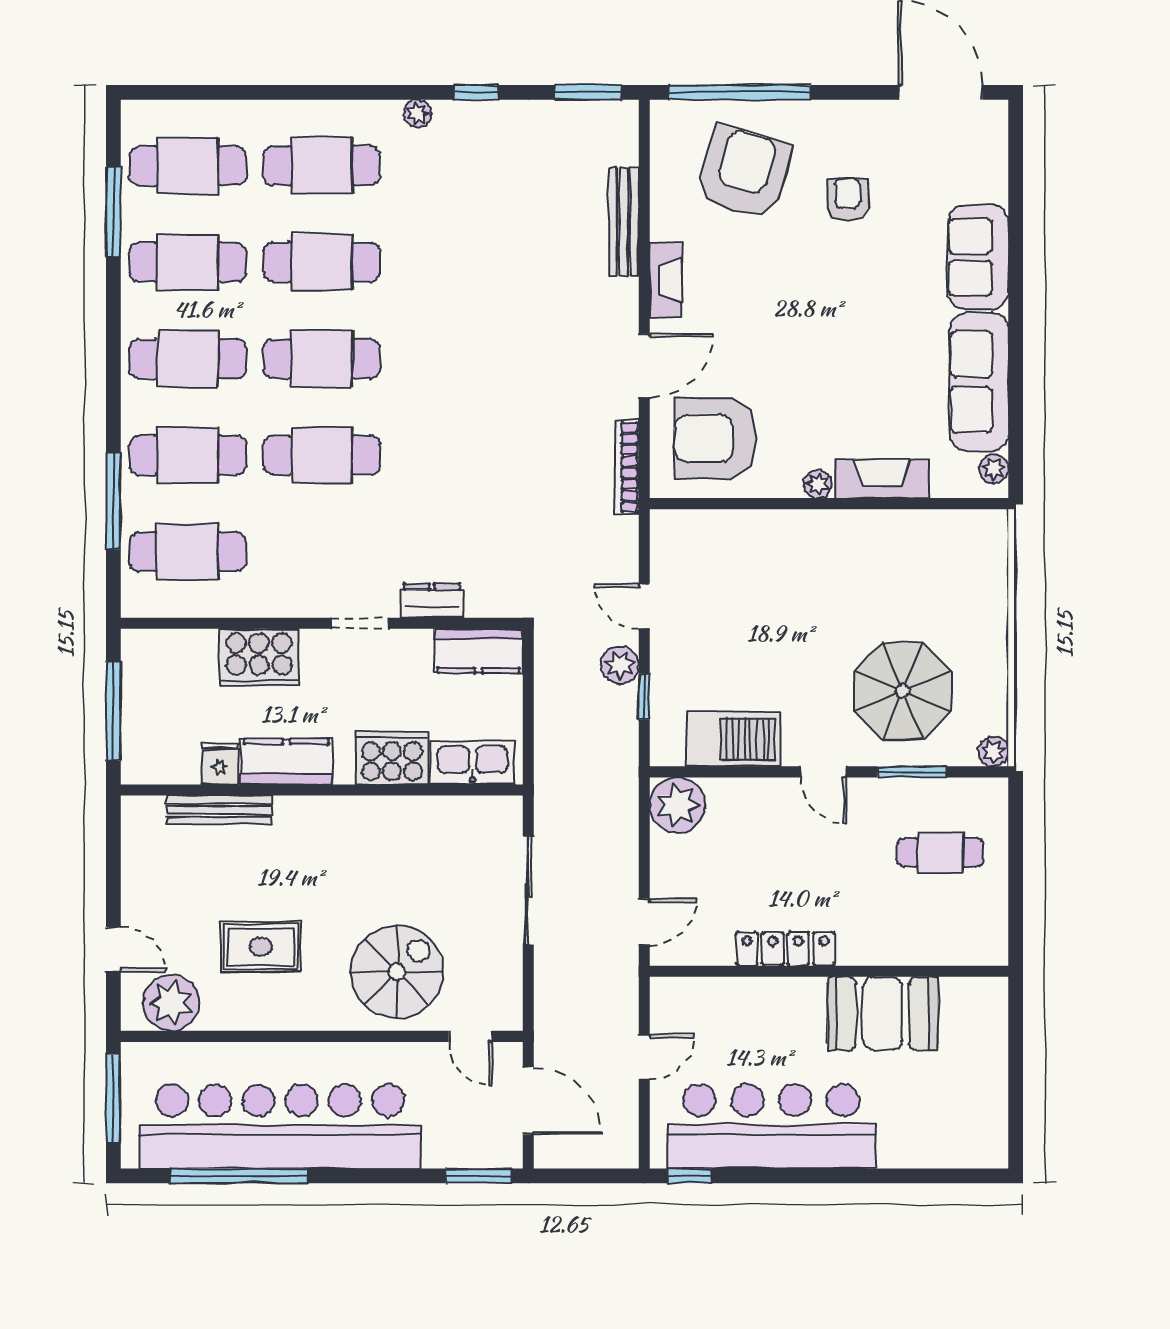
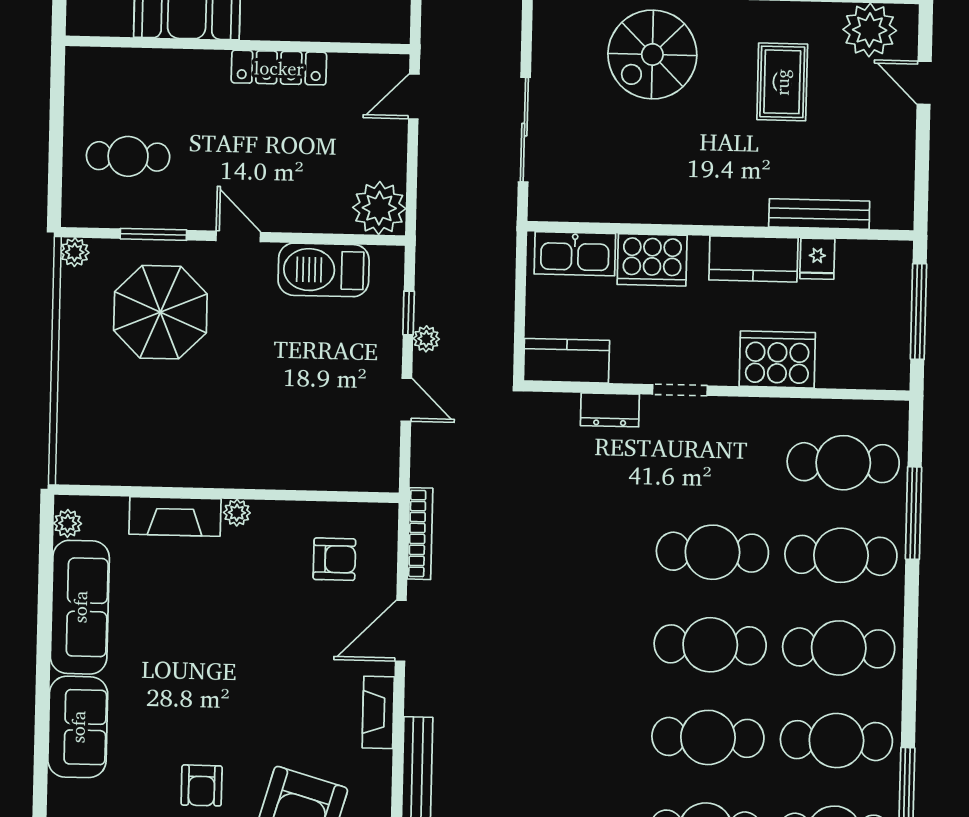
armchair: (715, 438) -> (334, 559), width x0.53, depth x0.53
plant: (620, 665) -> (426, 339), width x0.73, depth x0.73
rug: (261, 947) -> (782, 82), turned 90

